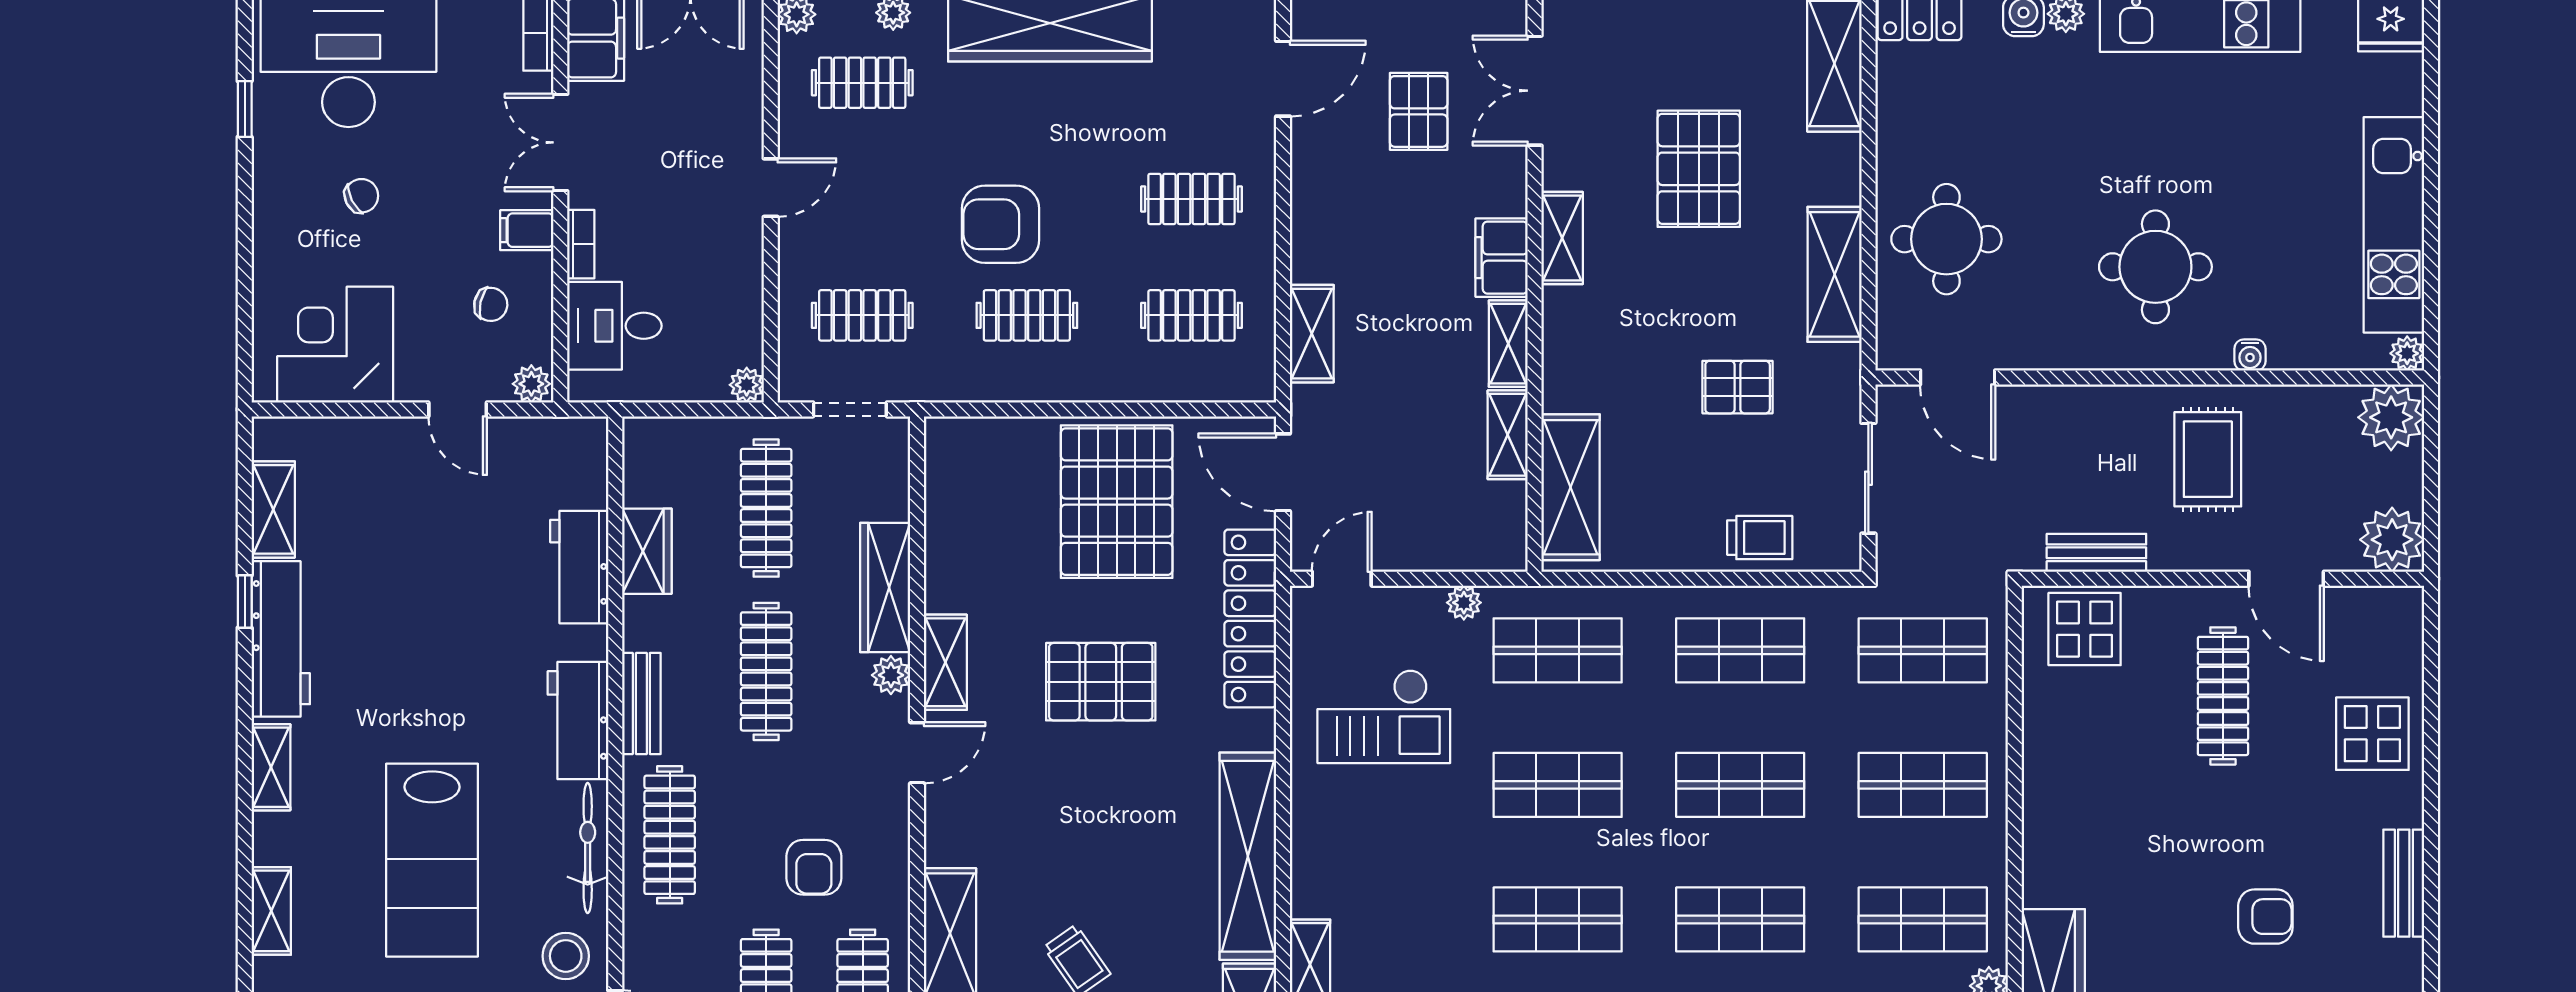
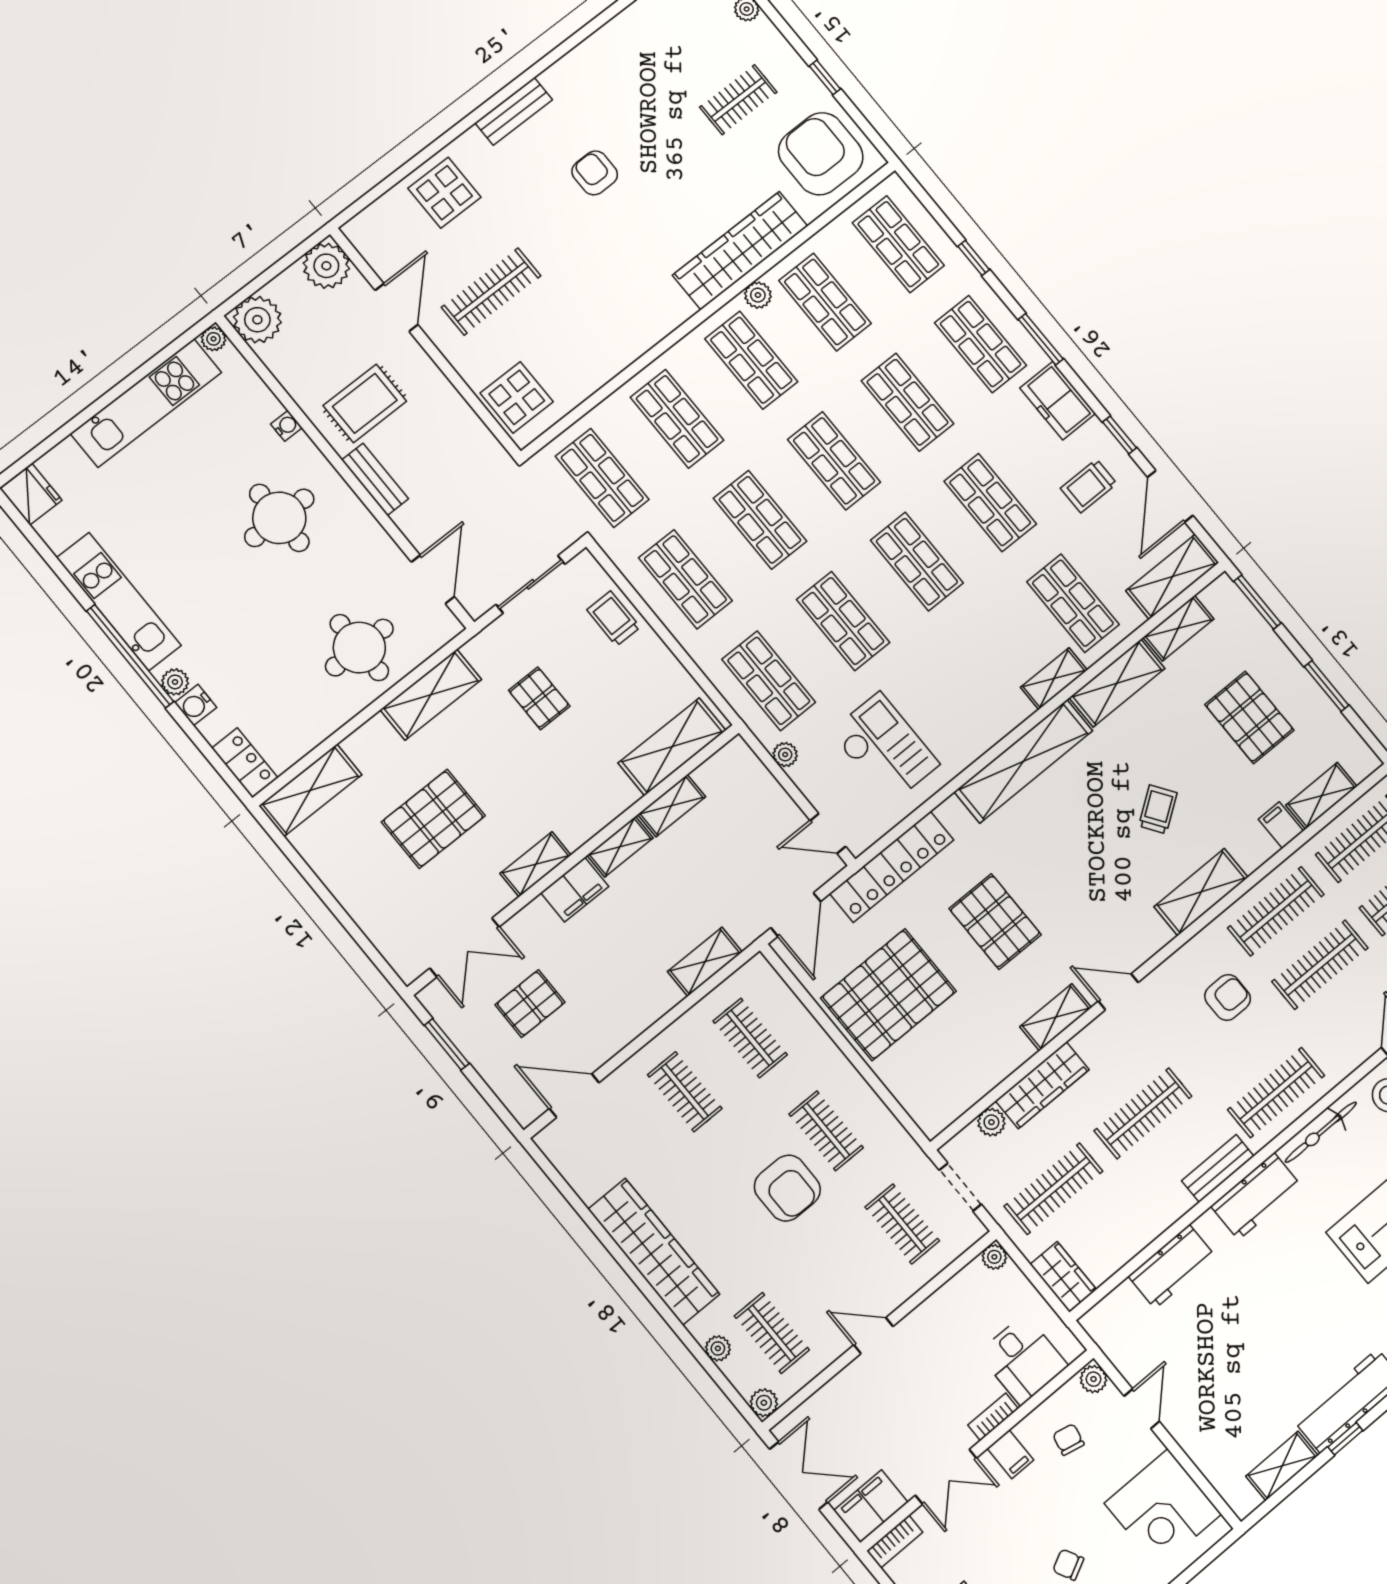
wardrobe: (647, 551) -> (1063, 1277), moved, turned 90
bench: (2096, 553) -> (375, 479), moved
plant: (891, 675) -> (991, 1122), moved

